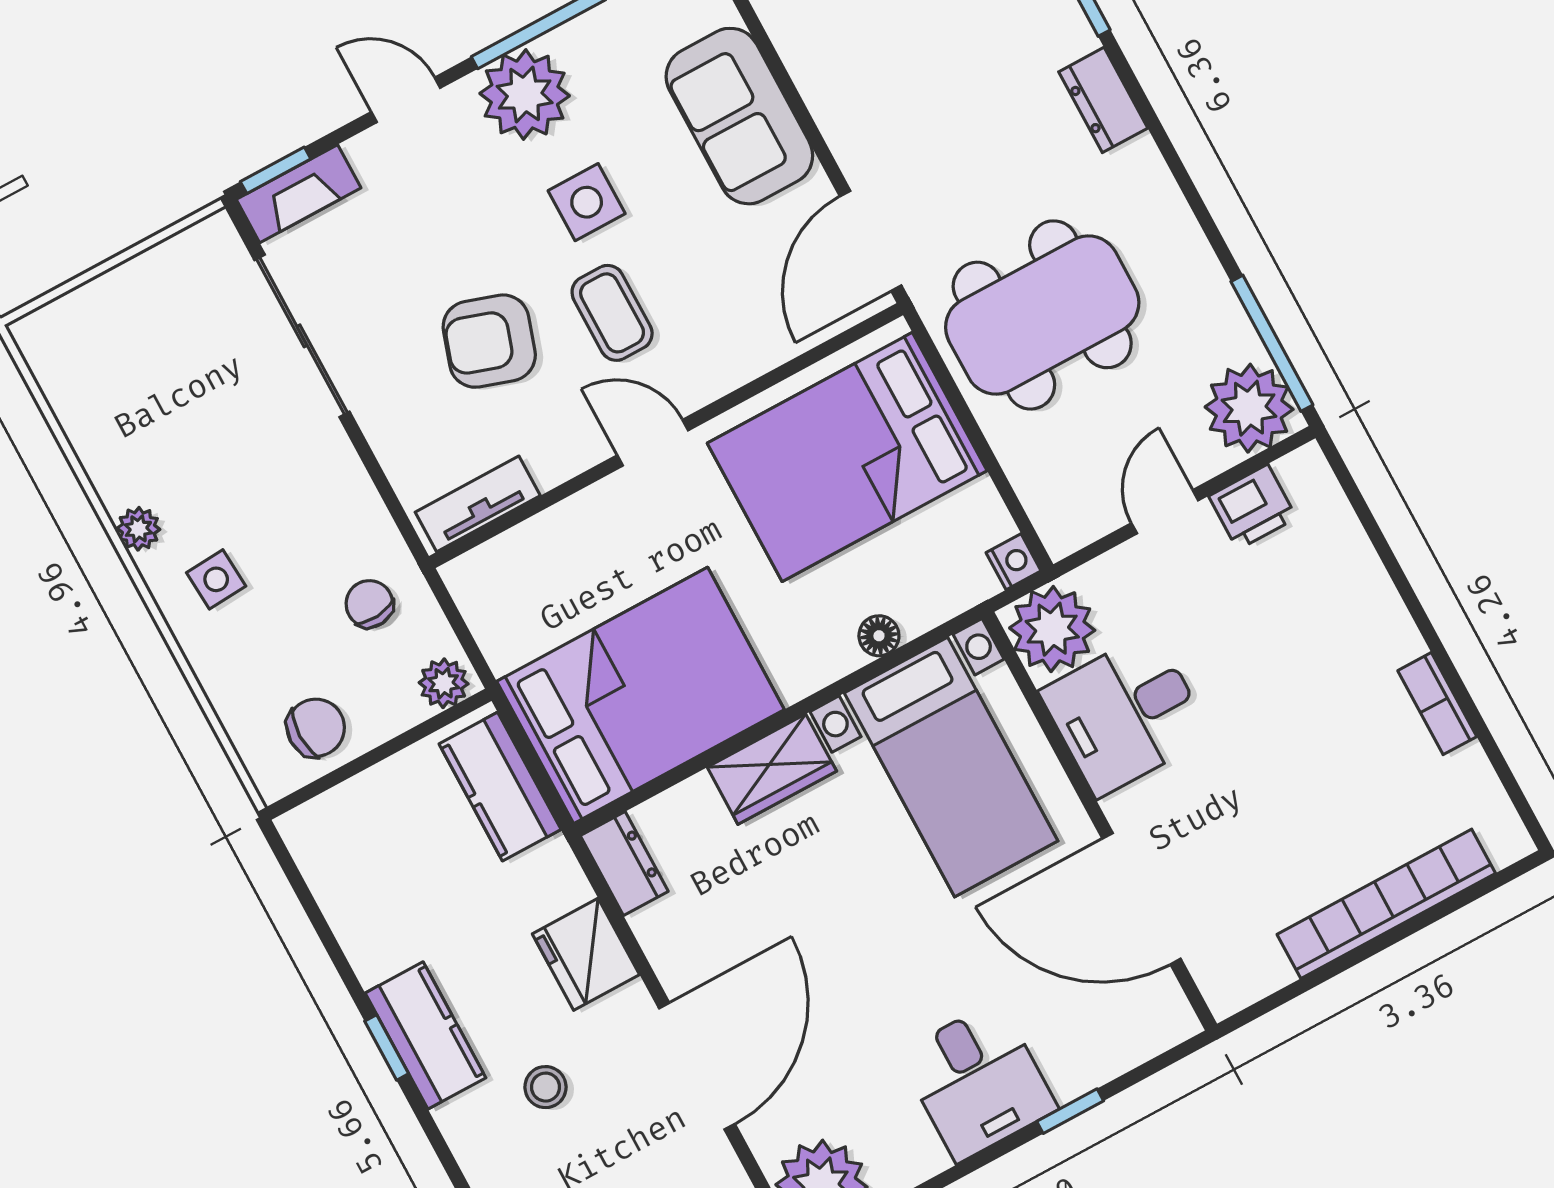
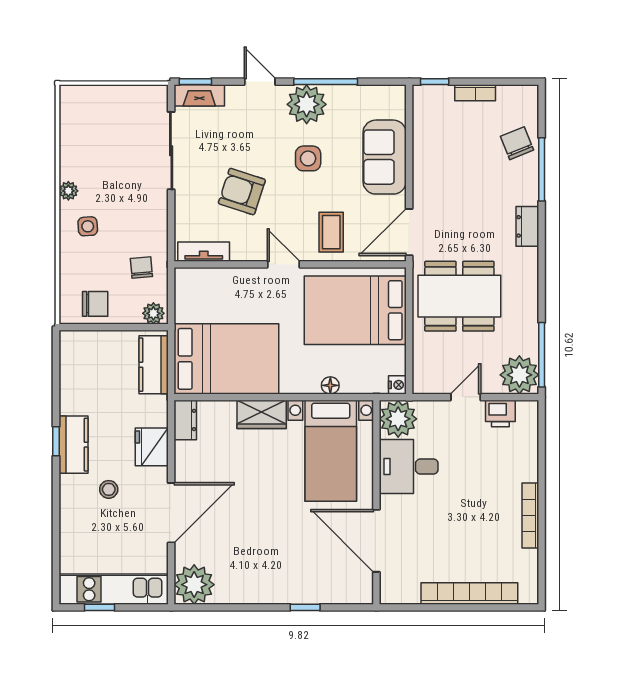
coffee table: (612, 313) -> (331, 232), moved
bookcase: (1437, 704) -> (530, 516), width x1.56
desk: (978, 1081) -> (276, 577), removed

